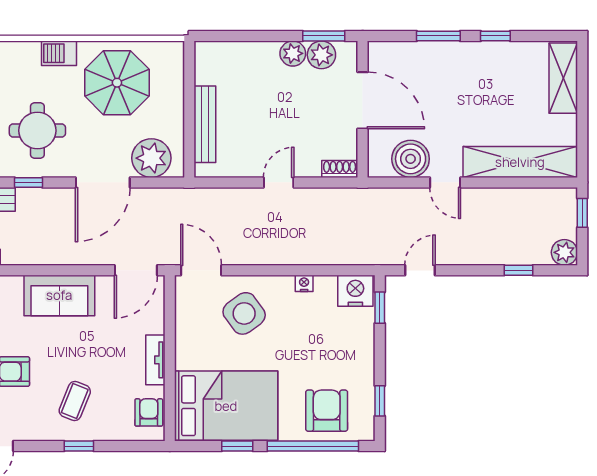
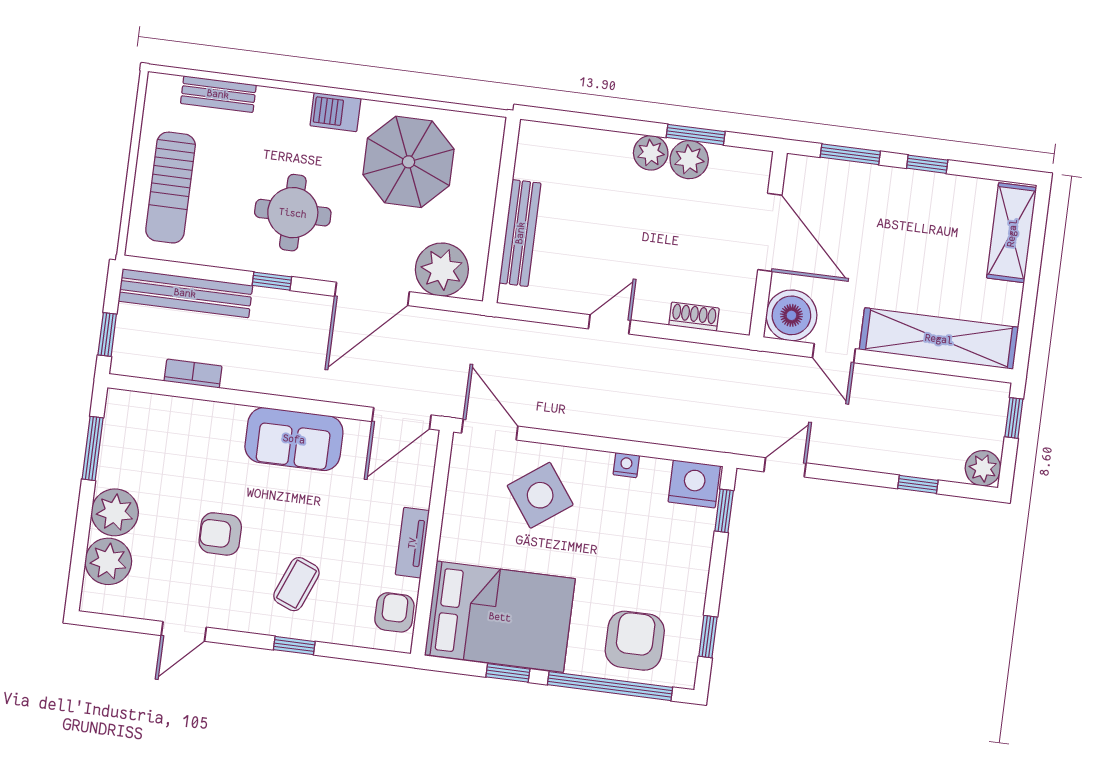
door: (363, 100) -> (770, 232), moved
wall: (363, 109) -> (768, 244), moved

